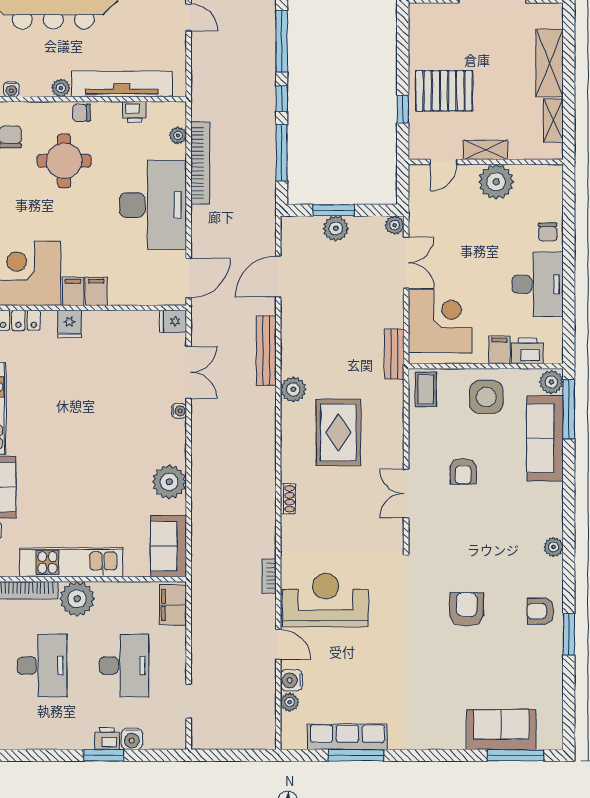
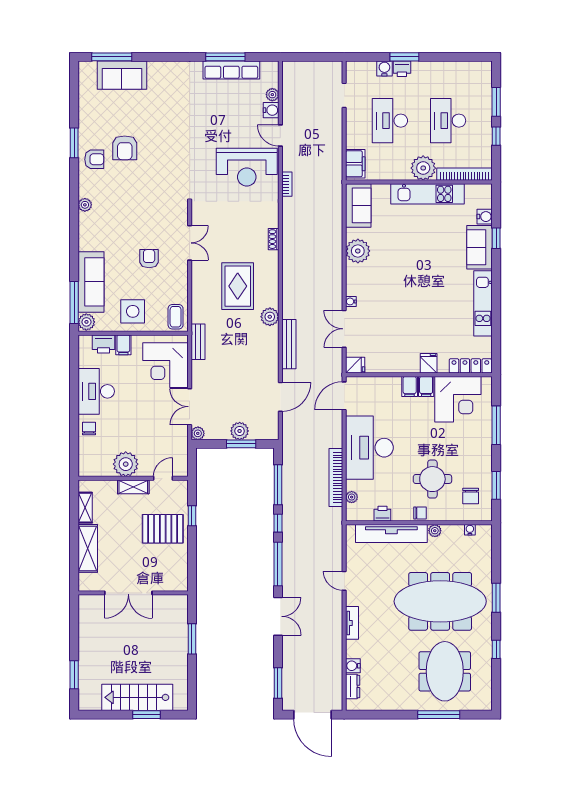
armchair: (467, 609) -> (125, 148), moved

